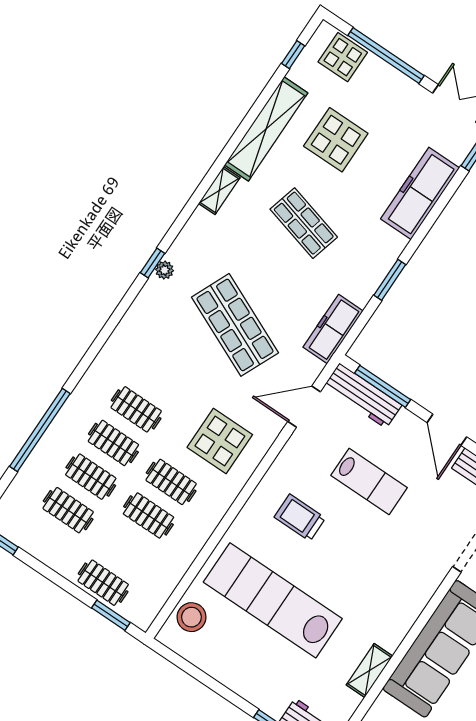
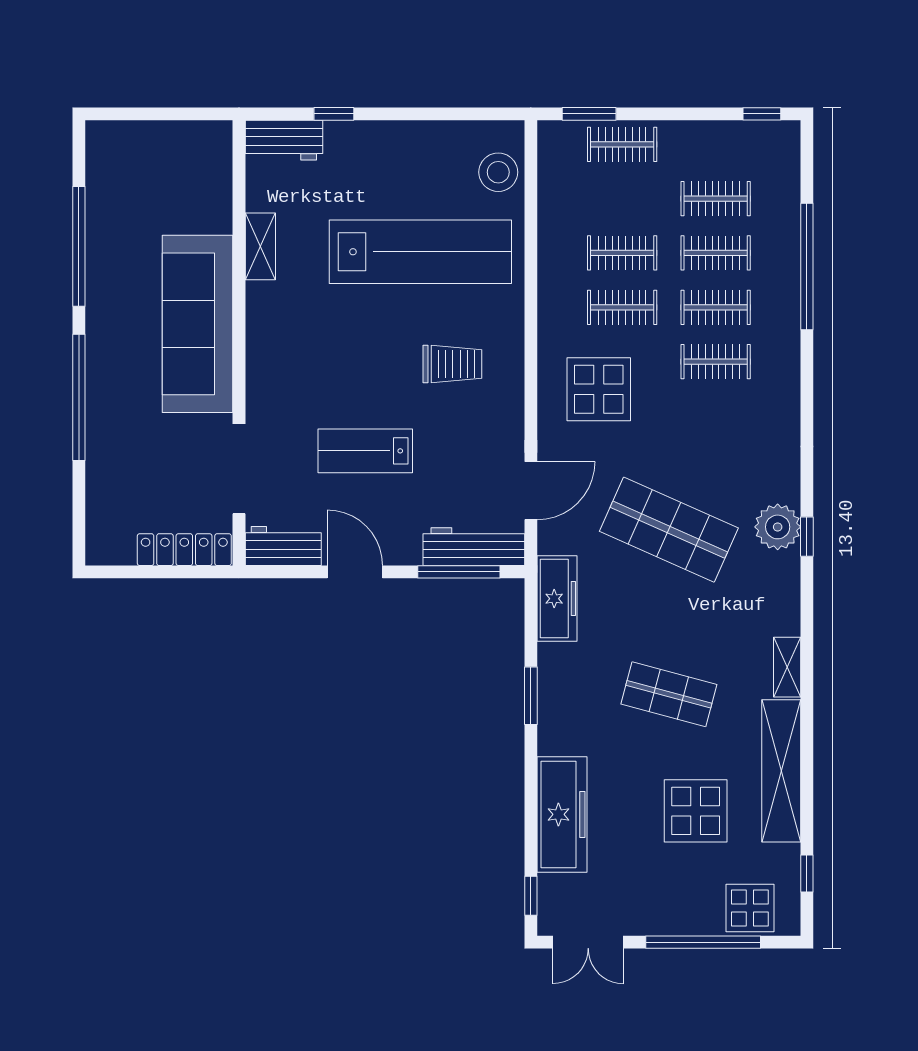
plant: (165, 270) -> (778, 527), width x1.88, depth x1.88
lab bench: (369, 481) -> (365, 451), moved

